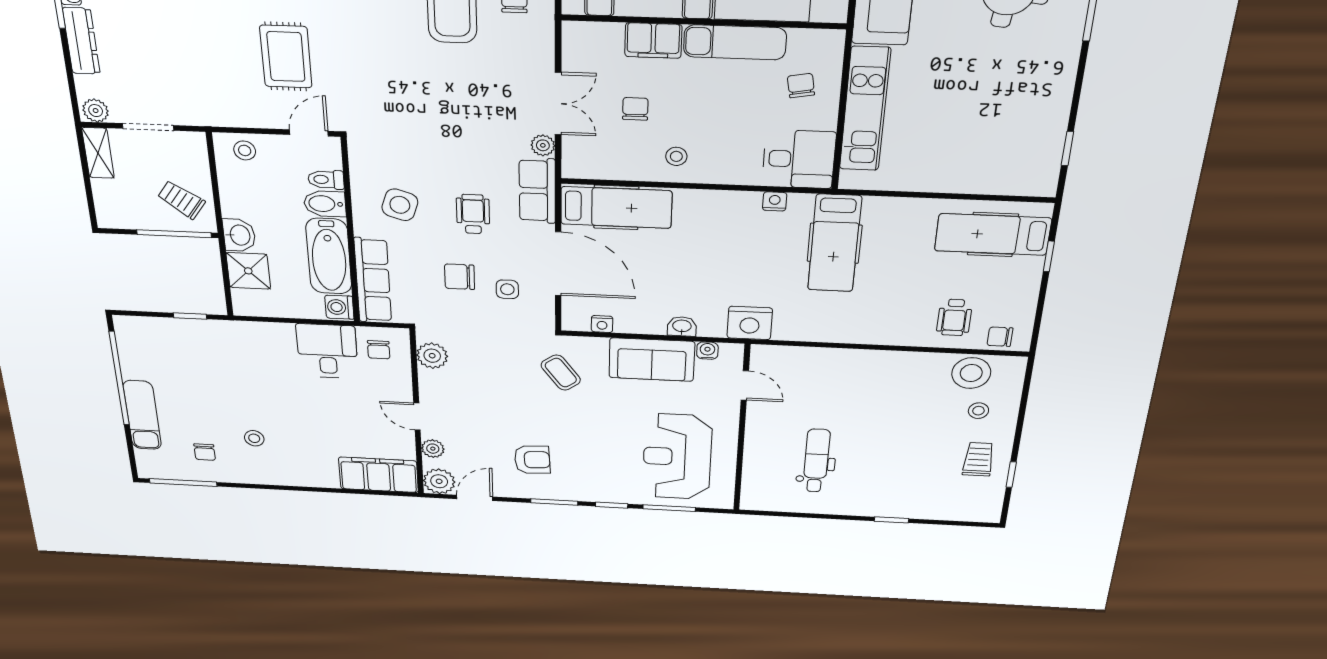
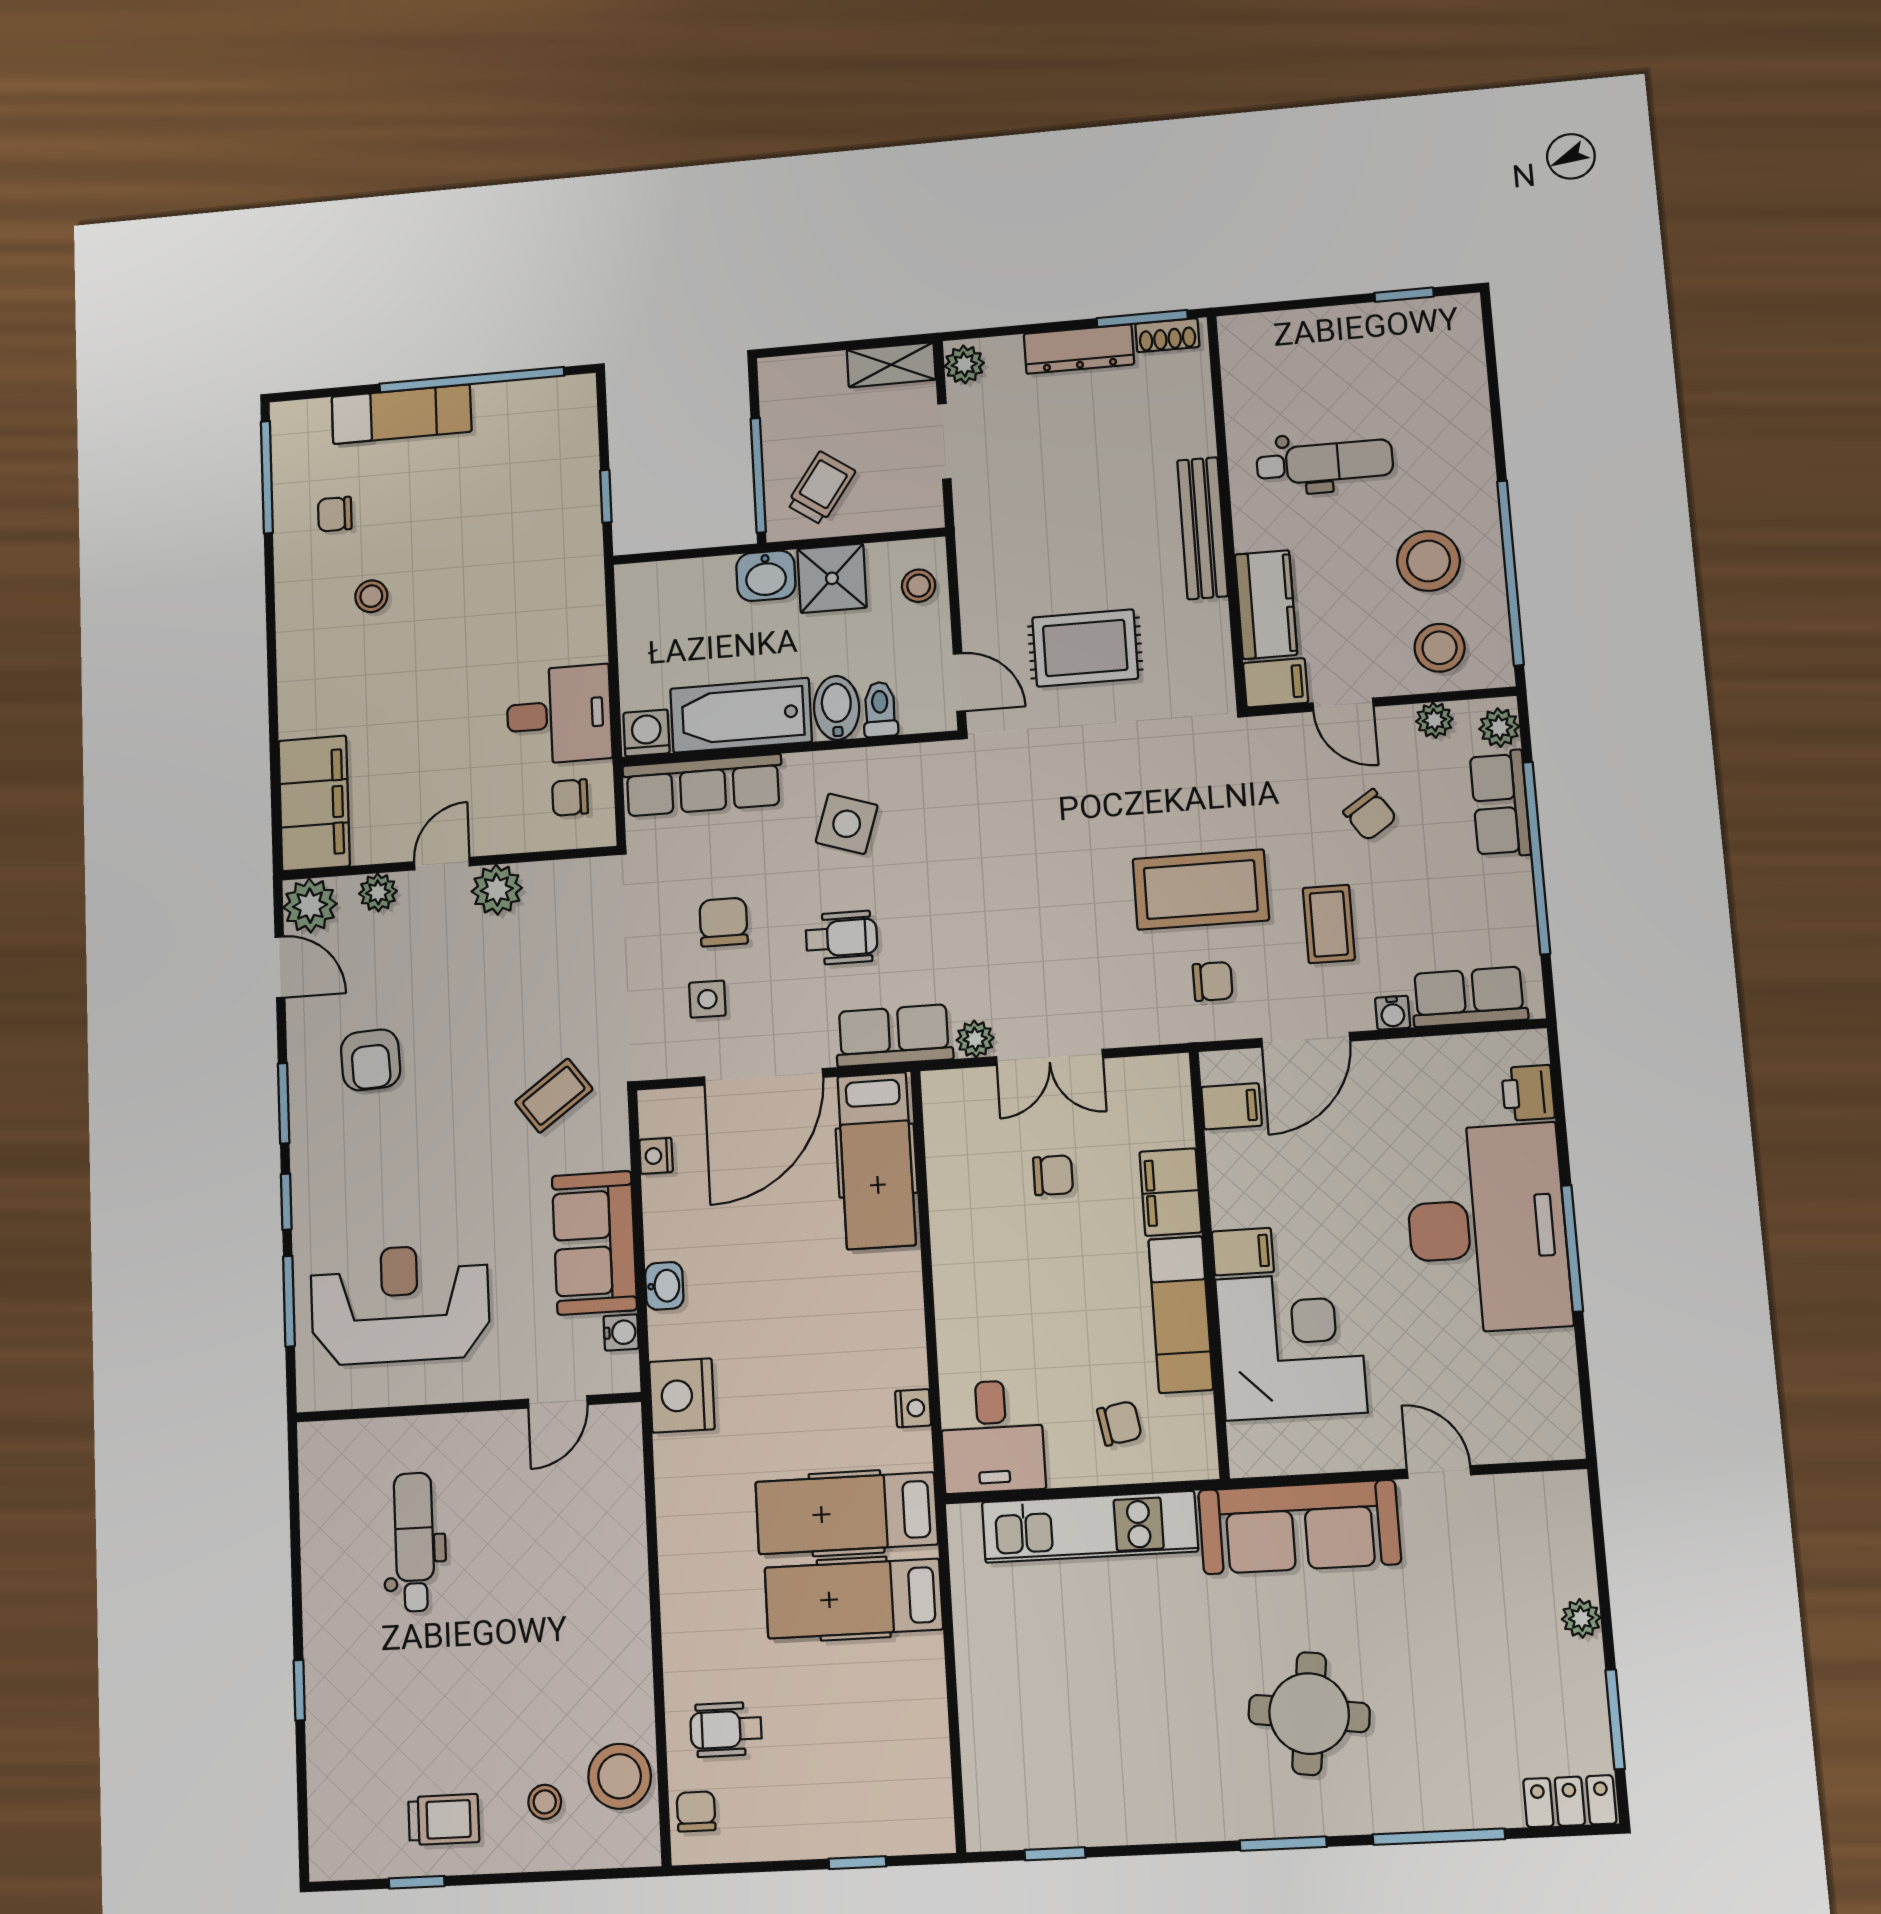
stool: (676, 156) -> (977, 1246), removed
hospital bed: (993, 234) -> (854, 1599), moved, turned -90
shower: (248, 271) -> (832, 578), moved
plant: (432, 356) -> (497, 890), moved
dental chair: (816, 461) -> (414, 1542), turned -90

